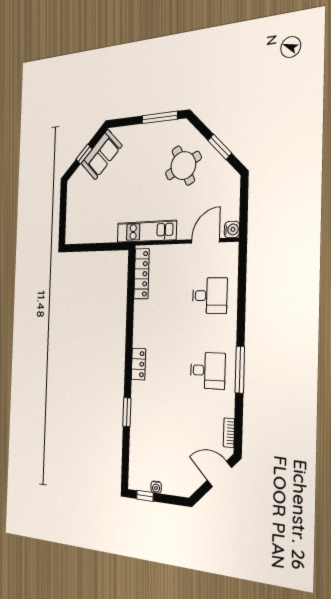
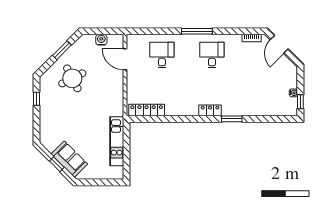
window: (160, 117) -> (37, 99), width x0.46
sofa: (101, 155) -> (69, 159), moved
water cooler: (232, 229) -> (101, 40), moved
kitchen unit: (147, 231) -> (117, 141), moved
window: (240, 370) -> (197, 31), moved
window: (127, 412) -> (232, 119), moved

